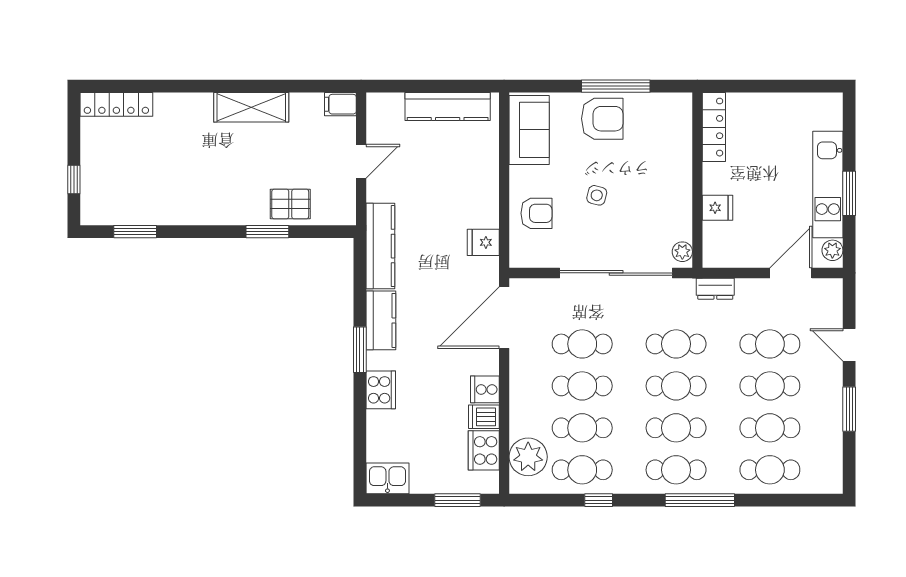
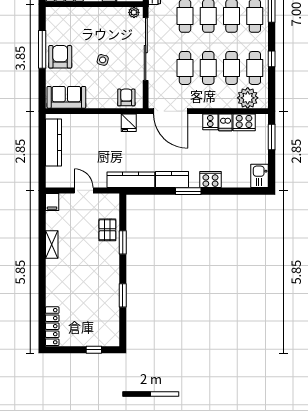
shelving: (251, 107) -> (52, 245), width x0.67, depth x0.75
armchair: (536, 213) -> (126, 97), moved
window: (135, 232) -> (123, 295), moved

